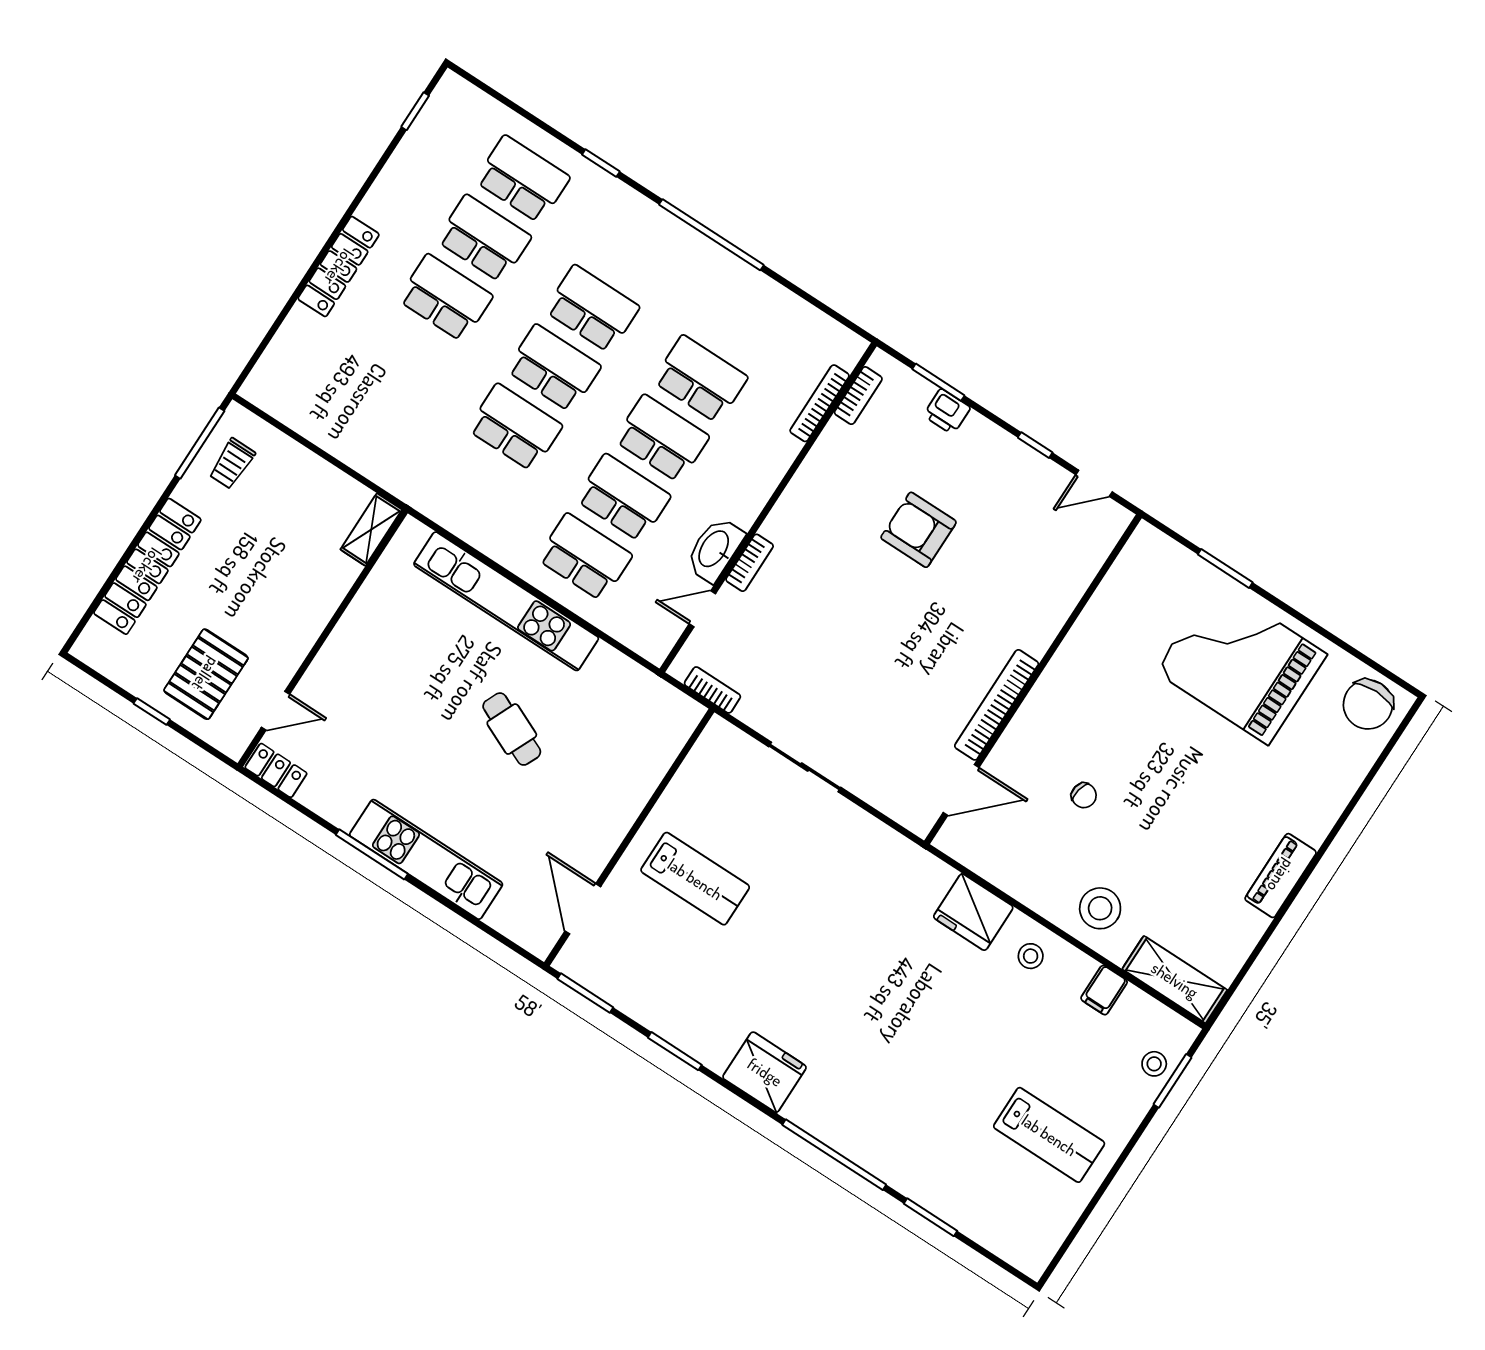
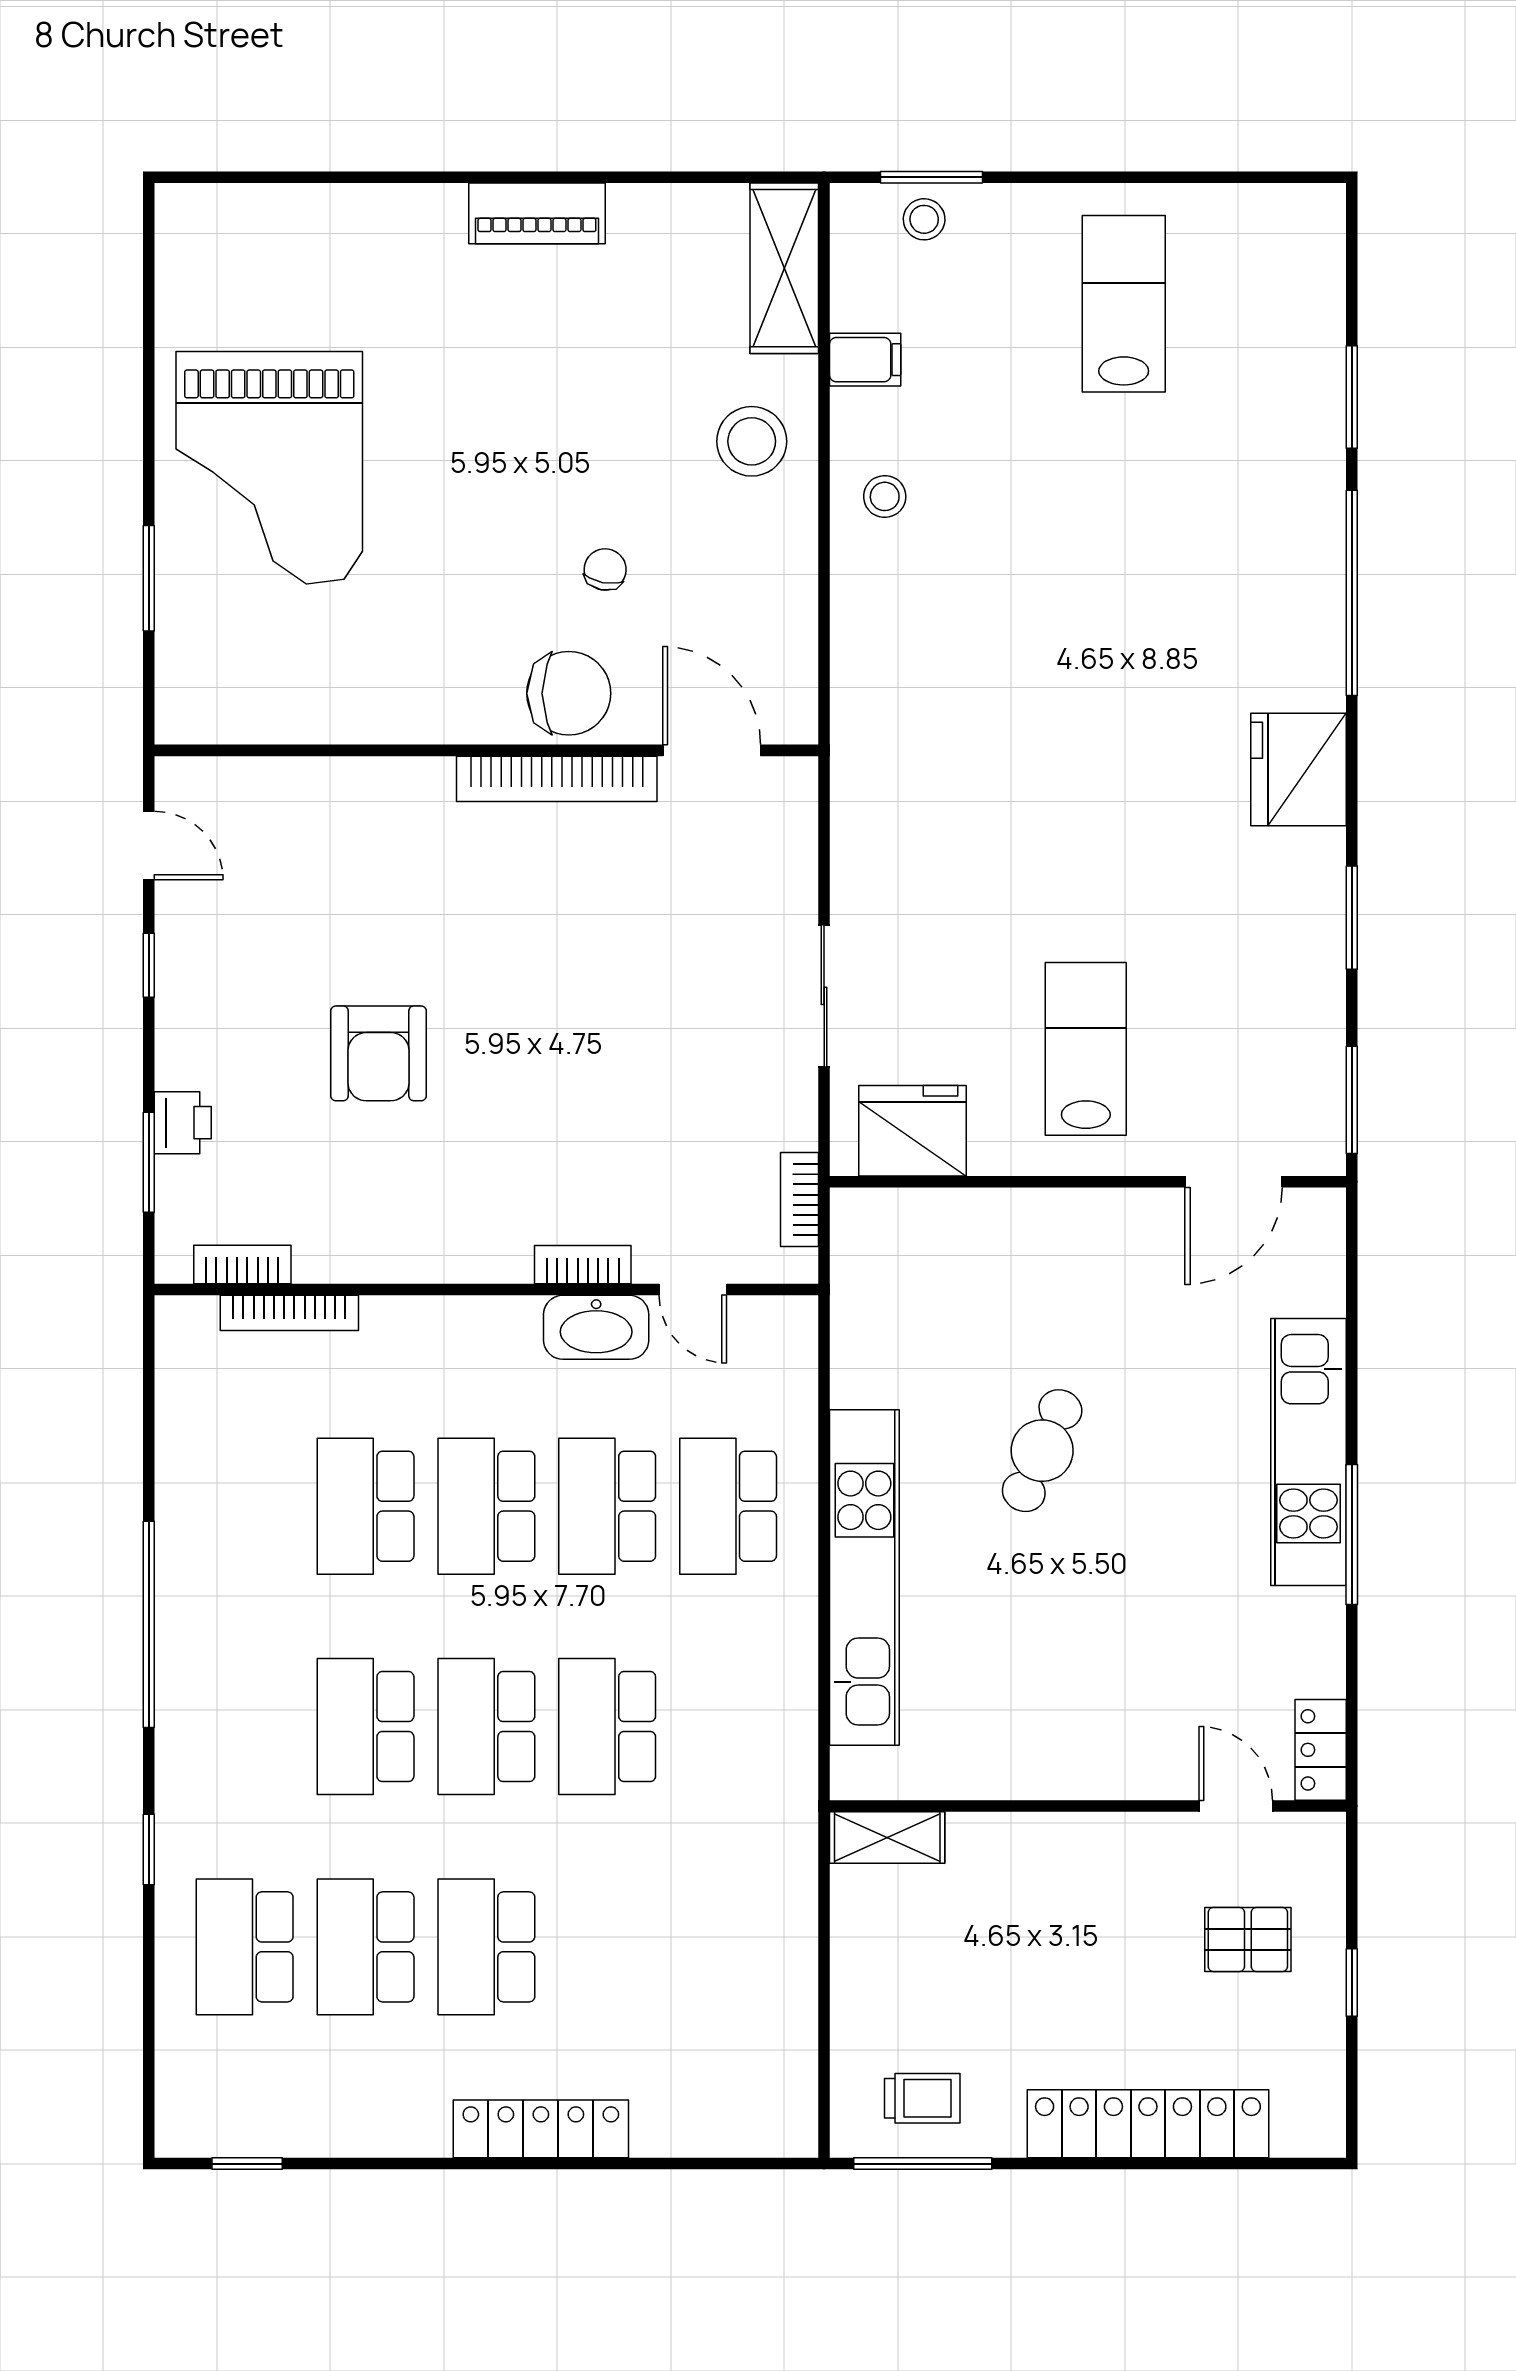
pallet: (206, 674) -> (1248, 1939), width x0.67, depth x0.71
chair: (1368, 704) -> (569, 693), moved
fridge: (973, 912) -> (913, 1131), moved, turned -90

